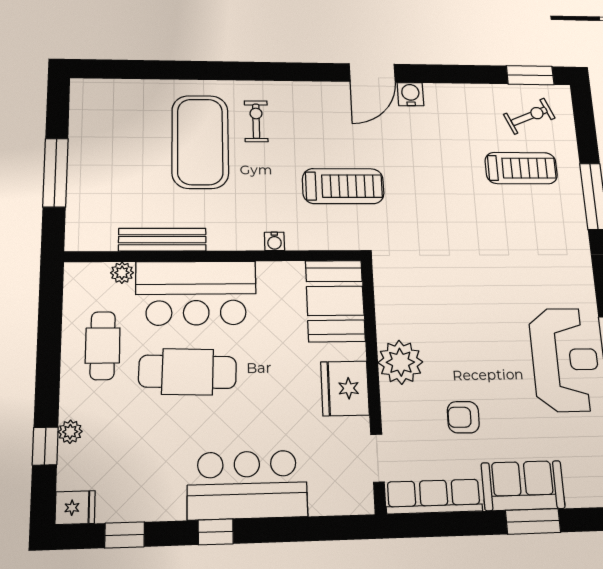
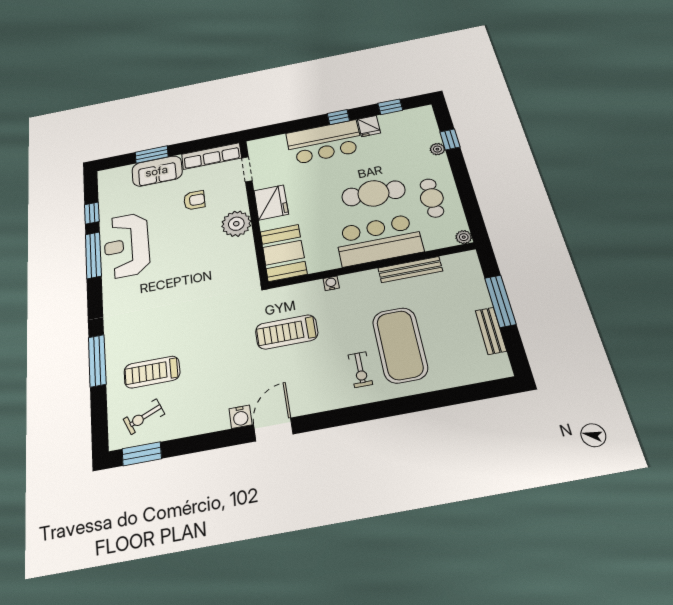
bench: (80, 137) -> (491, 331), added
plant: (122, 273) -> (464, 237), moved
fridge: (75, 508) -> (369, 126), moved, turned -90

